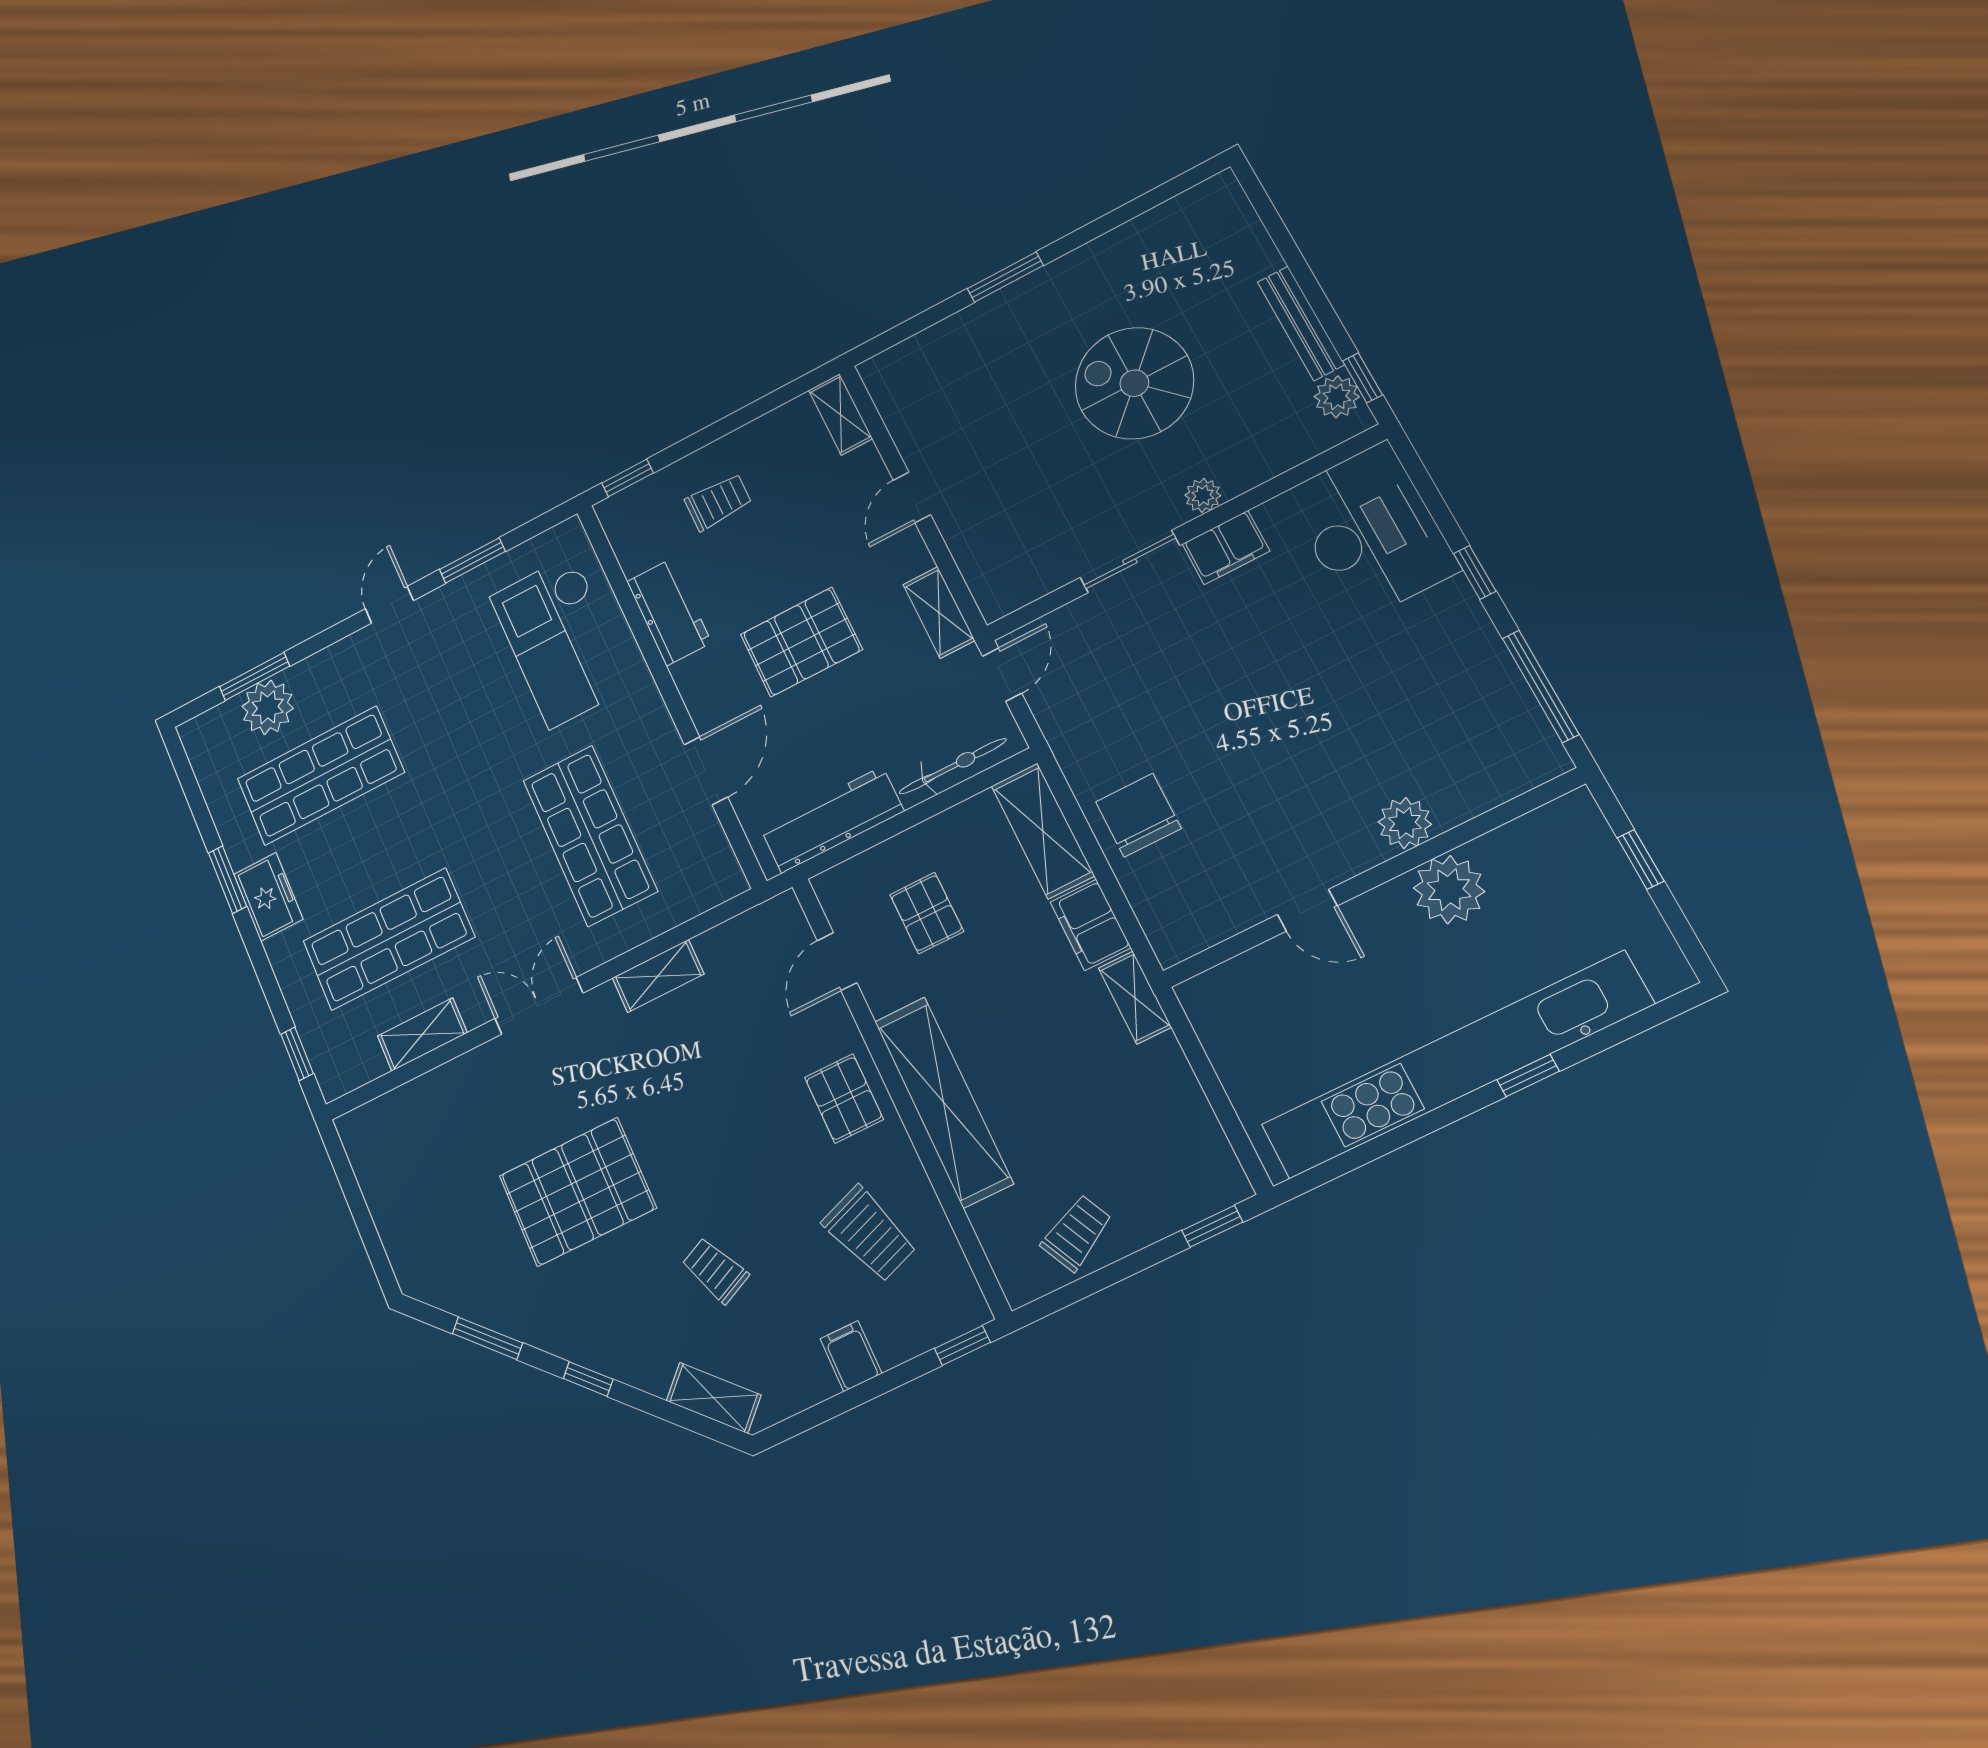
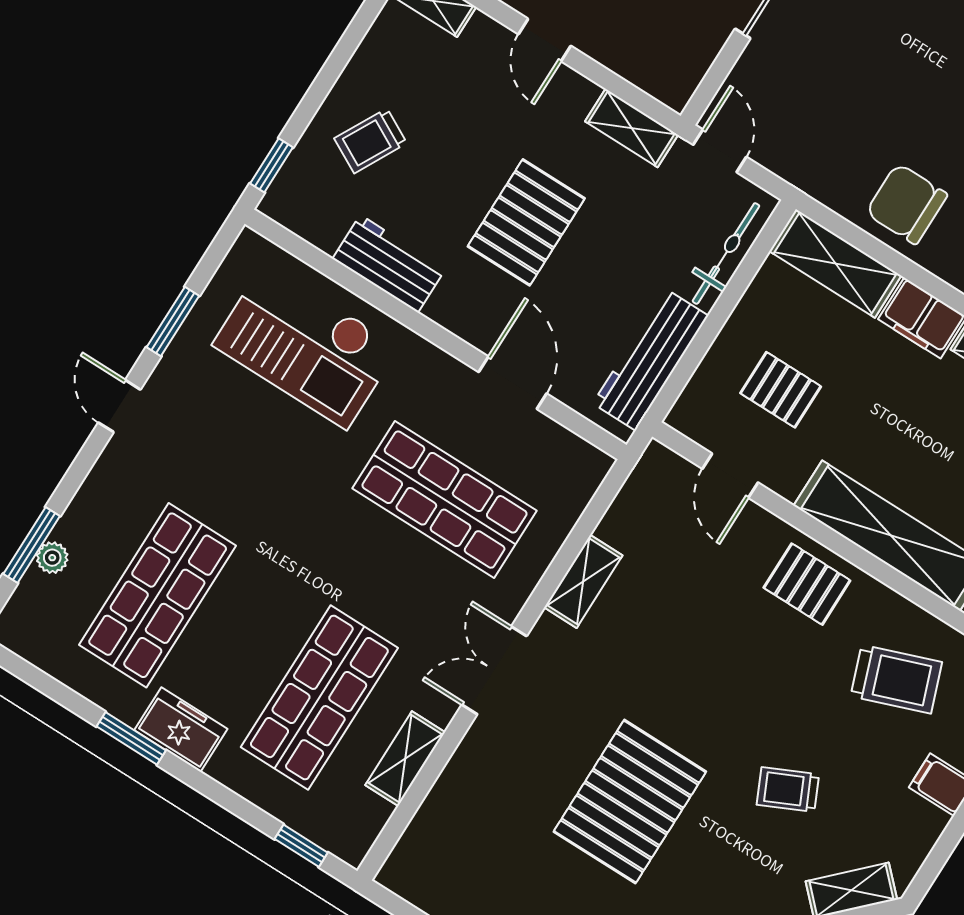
trolley: (718, 502) -> (371, 141), turned -152
plant: (268, 707) -> (52, 558), width x0.53, depth x0.53

